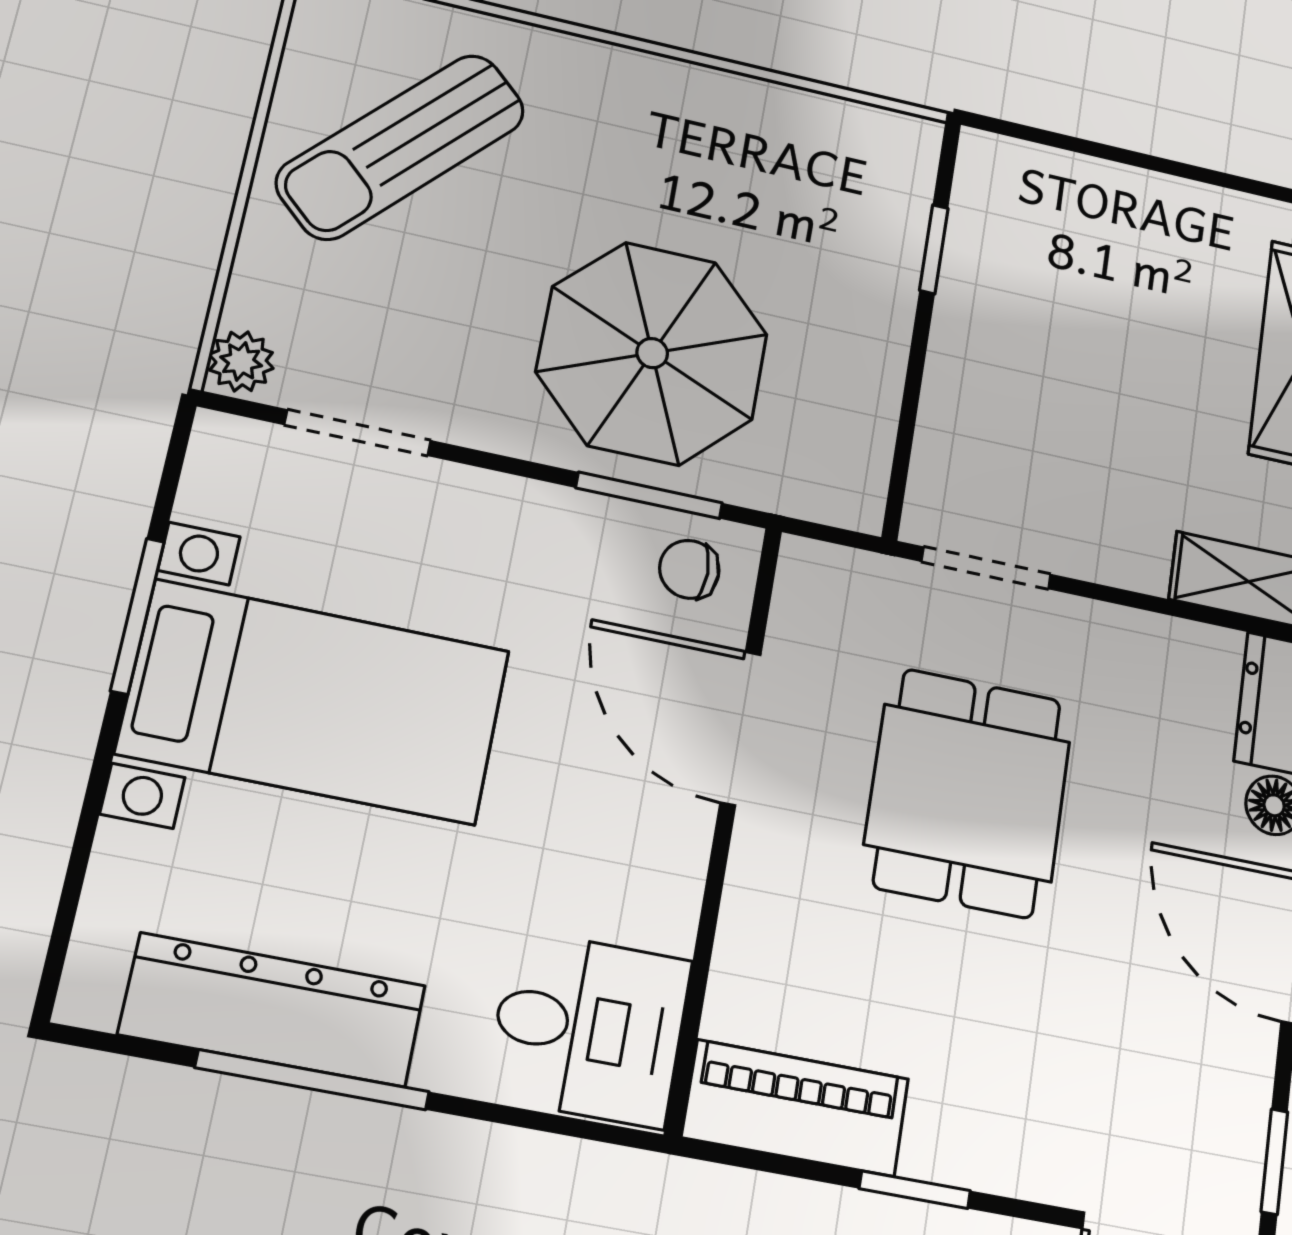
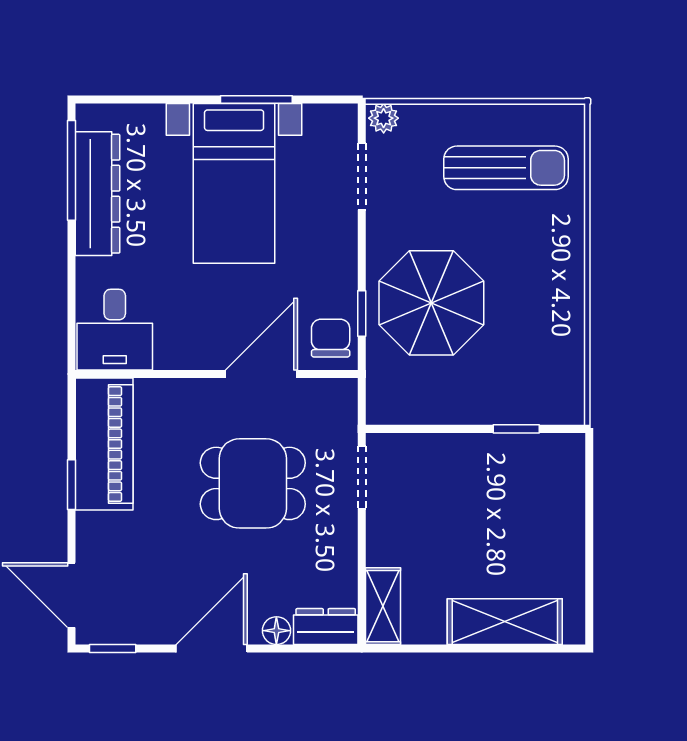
sun lounger: (401, 147) -> (506, 168), turned 137
window: (649, 495) -> (362, 314), width x0.67
chair: (689, 569) -> (331, 338), width x1.37, depth x1.37
window: (313, 1080) -> (72, 170), moved
piano: (796, 1108) -> (104, 444), width x1.37, depth x1.33

